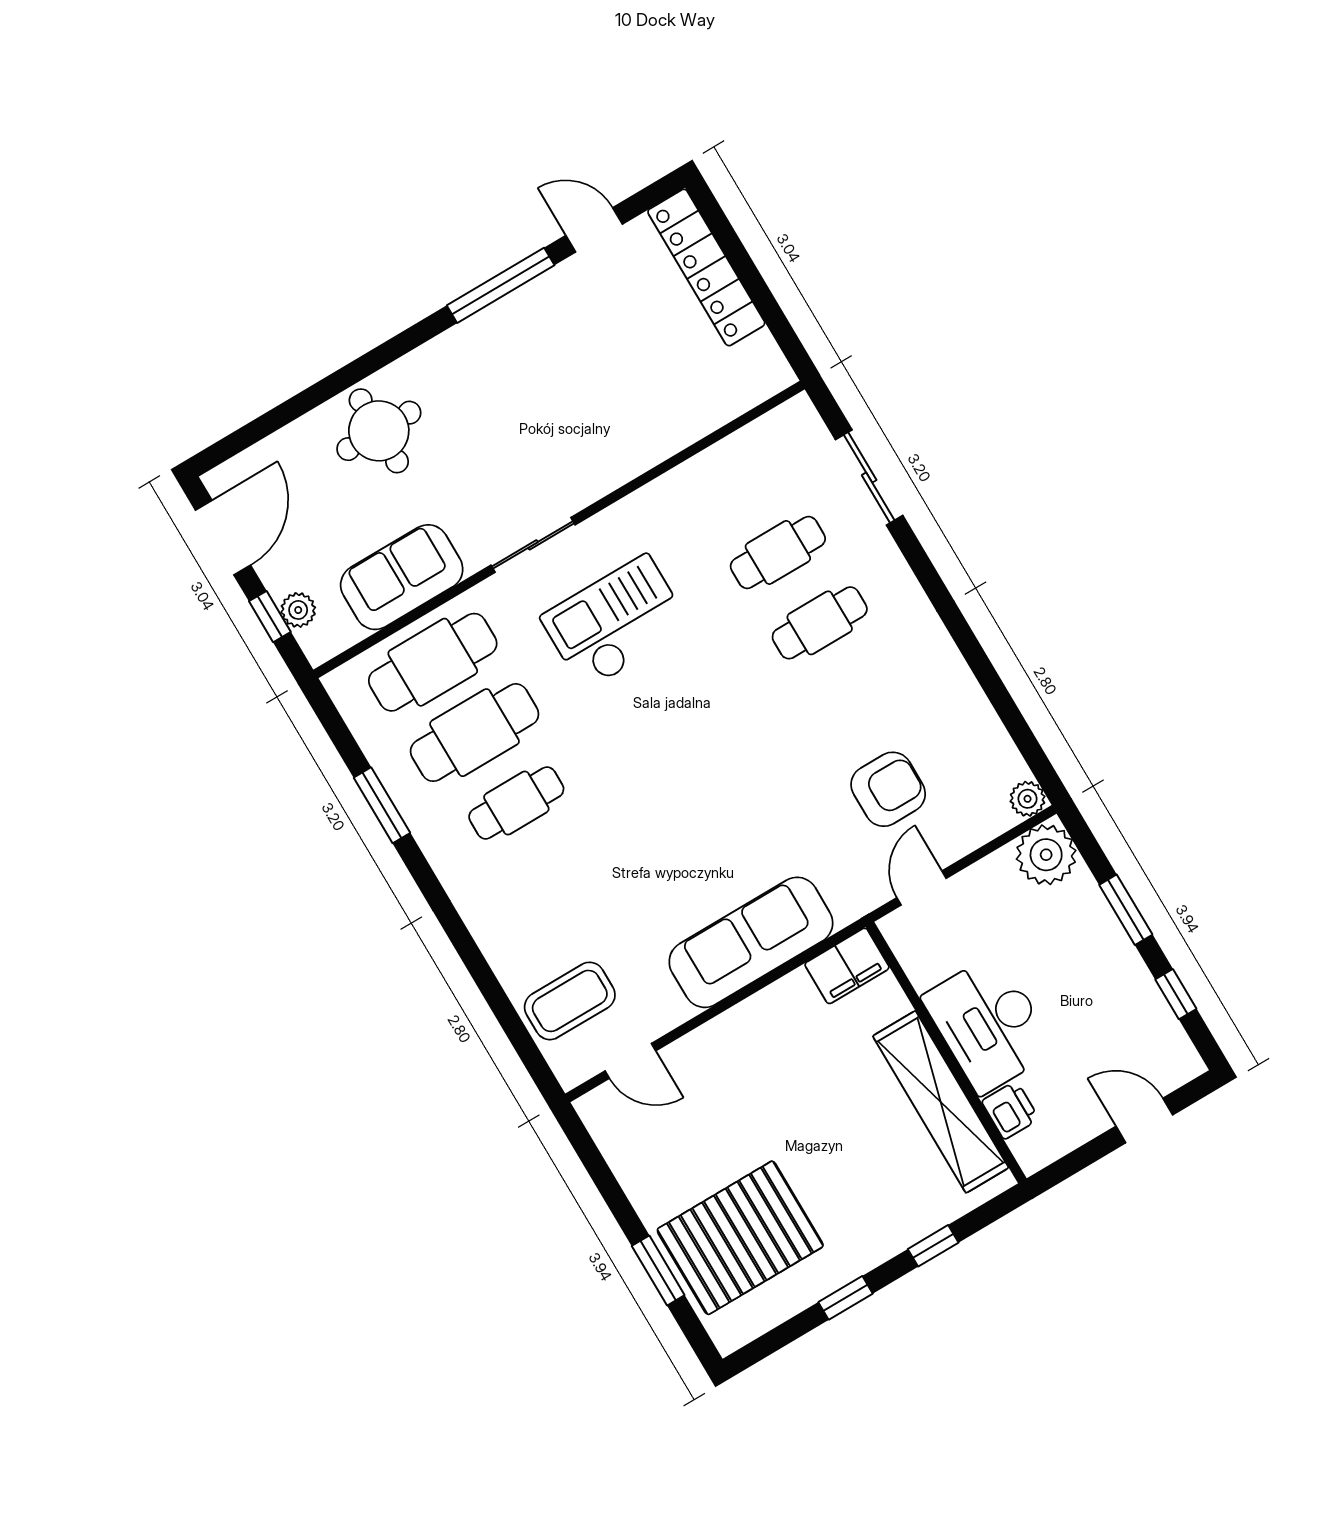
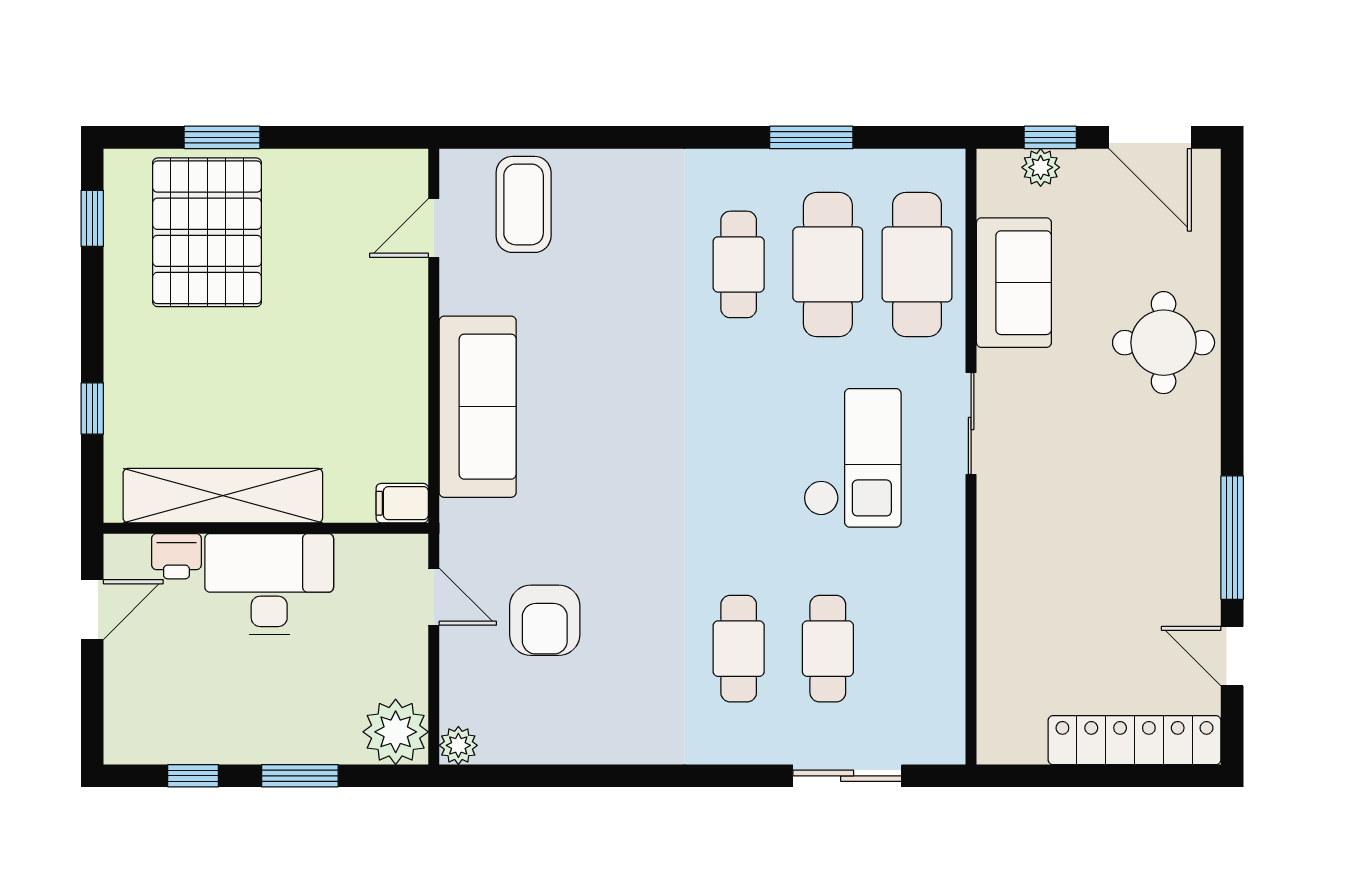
door: (594, 230) -> (1232, 656), swing flipped
filing cabinet: (847, 966) -> (402, 503), width x0.50
door: (1144, 1120) -> (92, 610), moved
window: (846, 1298) -> (92, 218), moved

